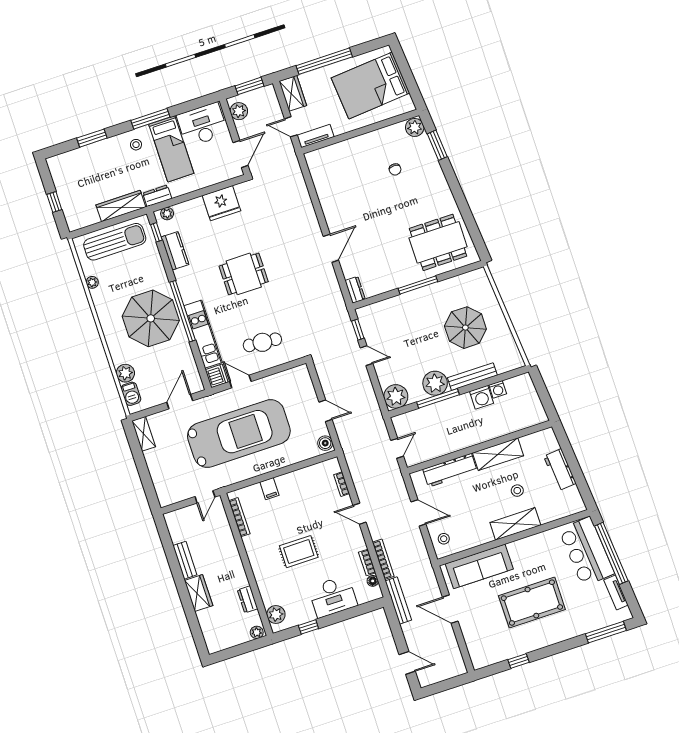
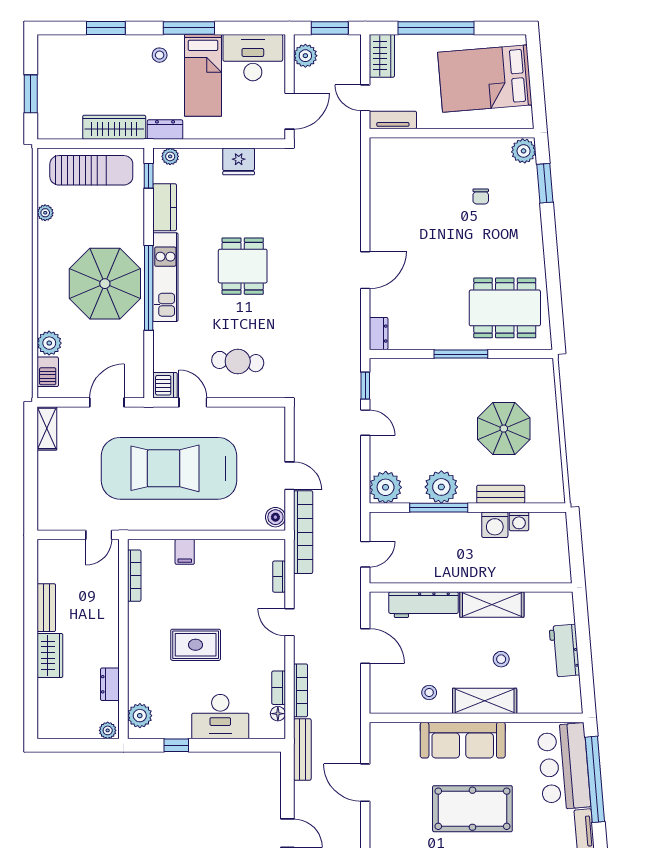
window: (54, 202) -> (31, 94), width x1.50
fridge: (221, 203) -> (239, 161), width x0.73, depth x0.75
dining table: (244, 274) -> (243, 266), turned 90
kitchen unit: (203, 334) -> (165, 277), moved
bench: (472, 377) -> (501, 494), width x0.73
car: (239, 434) -> (169, 468), turned 180
bookcase: (348, 447) -> (303, 532), added
stool: (444, 539) -> (429, 693), moved
sofa: (479, 566) -> (463, 740), moved

